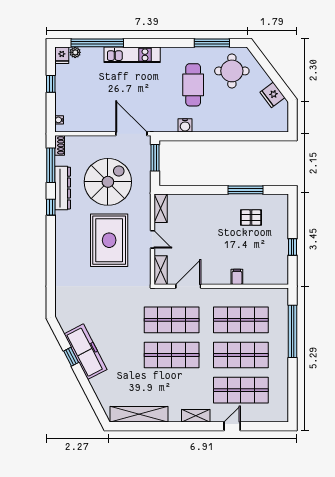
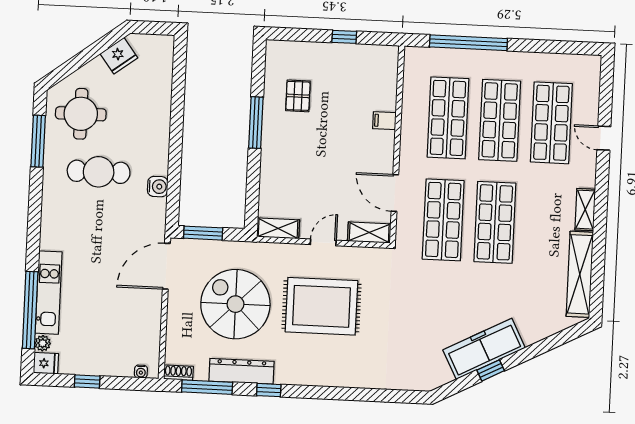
kitchen unit: (132, 55) -> (49, 293), moved
window: (245, 190) -> (256, 123), moved
shelving: (196, 416) -> (585, 210), moved

